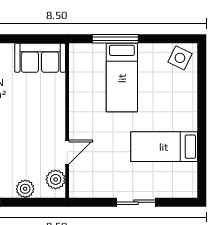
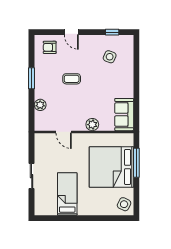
bed: (122, 78) -> (111, 167), width x2.04
plant: (56, 179) -> (92, 125), moved

